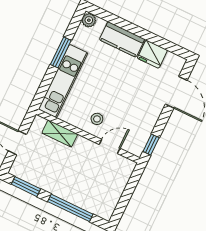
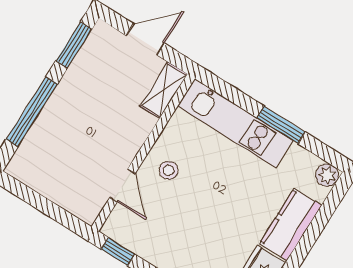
shelving: (60, 134) -> (164, 90), moved

